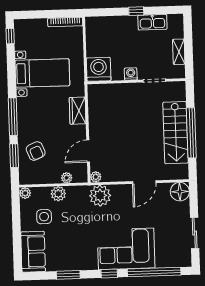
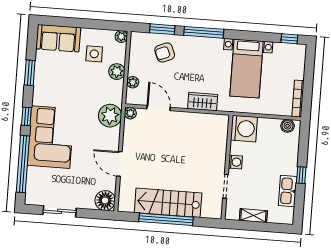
boiler: (92, 29) -> (287, 126), added

